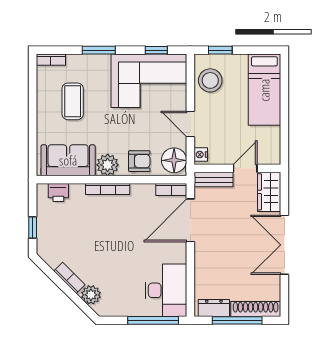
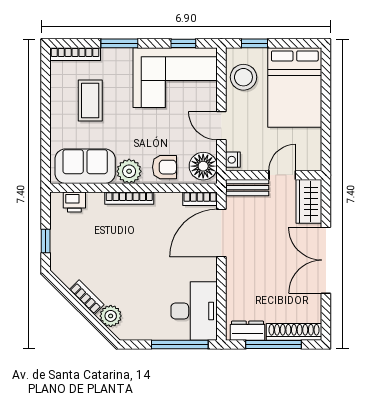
bookcase: (51, 60) -> (75, 54), width x1.56
bed: (264, 90) -> (295, 87), width x1.50

